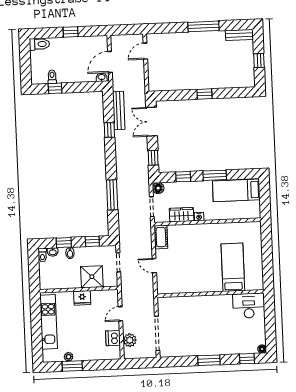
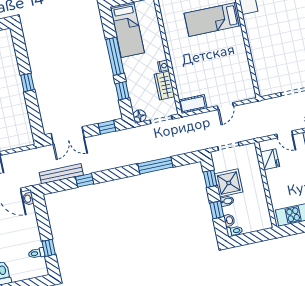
window: (215, 175) -> (115, 56), width x1.44
shower: (92, 277) -> (229, 183), moved
fridge: (82, 298) -> (270, 159), moved

